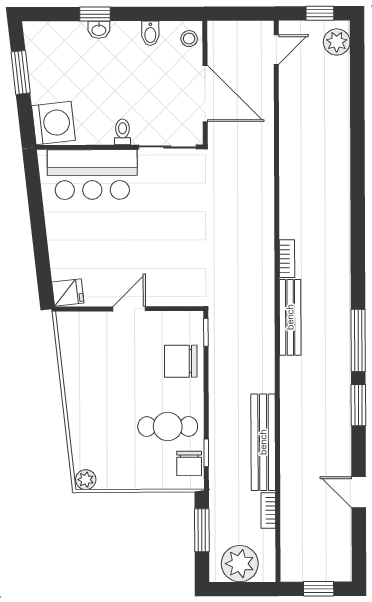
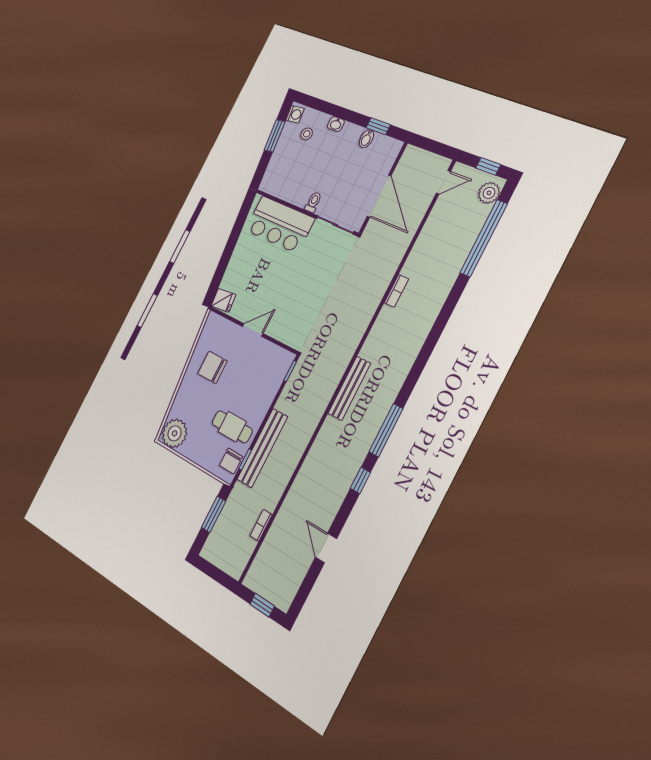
window: (95, 14) -> (378, 126), moved
stool: (189, 39) -> (307, 134), moved
window: (357, 93) -> (484, 238), added
washing machine: (53, 123) -> (295, 114), moved, width x0.53, depth x0.53
bookcase: (287, 259) -> (396, 291), moved
chair: (181, 361) -> (212, 367), moved
window: (358, 405) -> (360, 480), width x0.67
bench: (263, 442) -> (262, 448), moved
plant: (86, 480) -> (175, 433), width x1.87, depth x1.87
plant: (240, 564) -> (223, 554), removed

